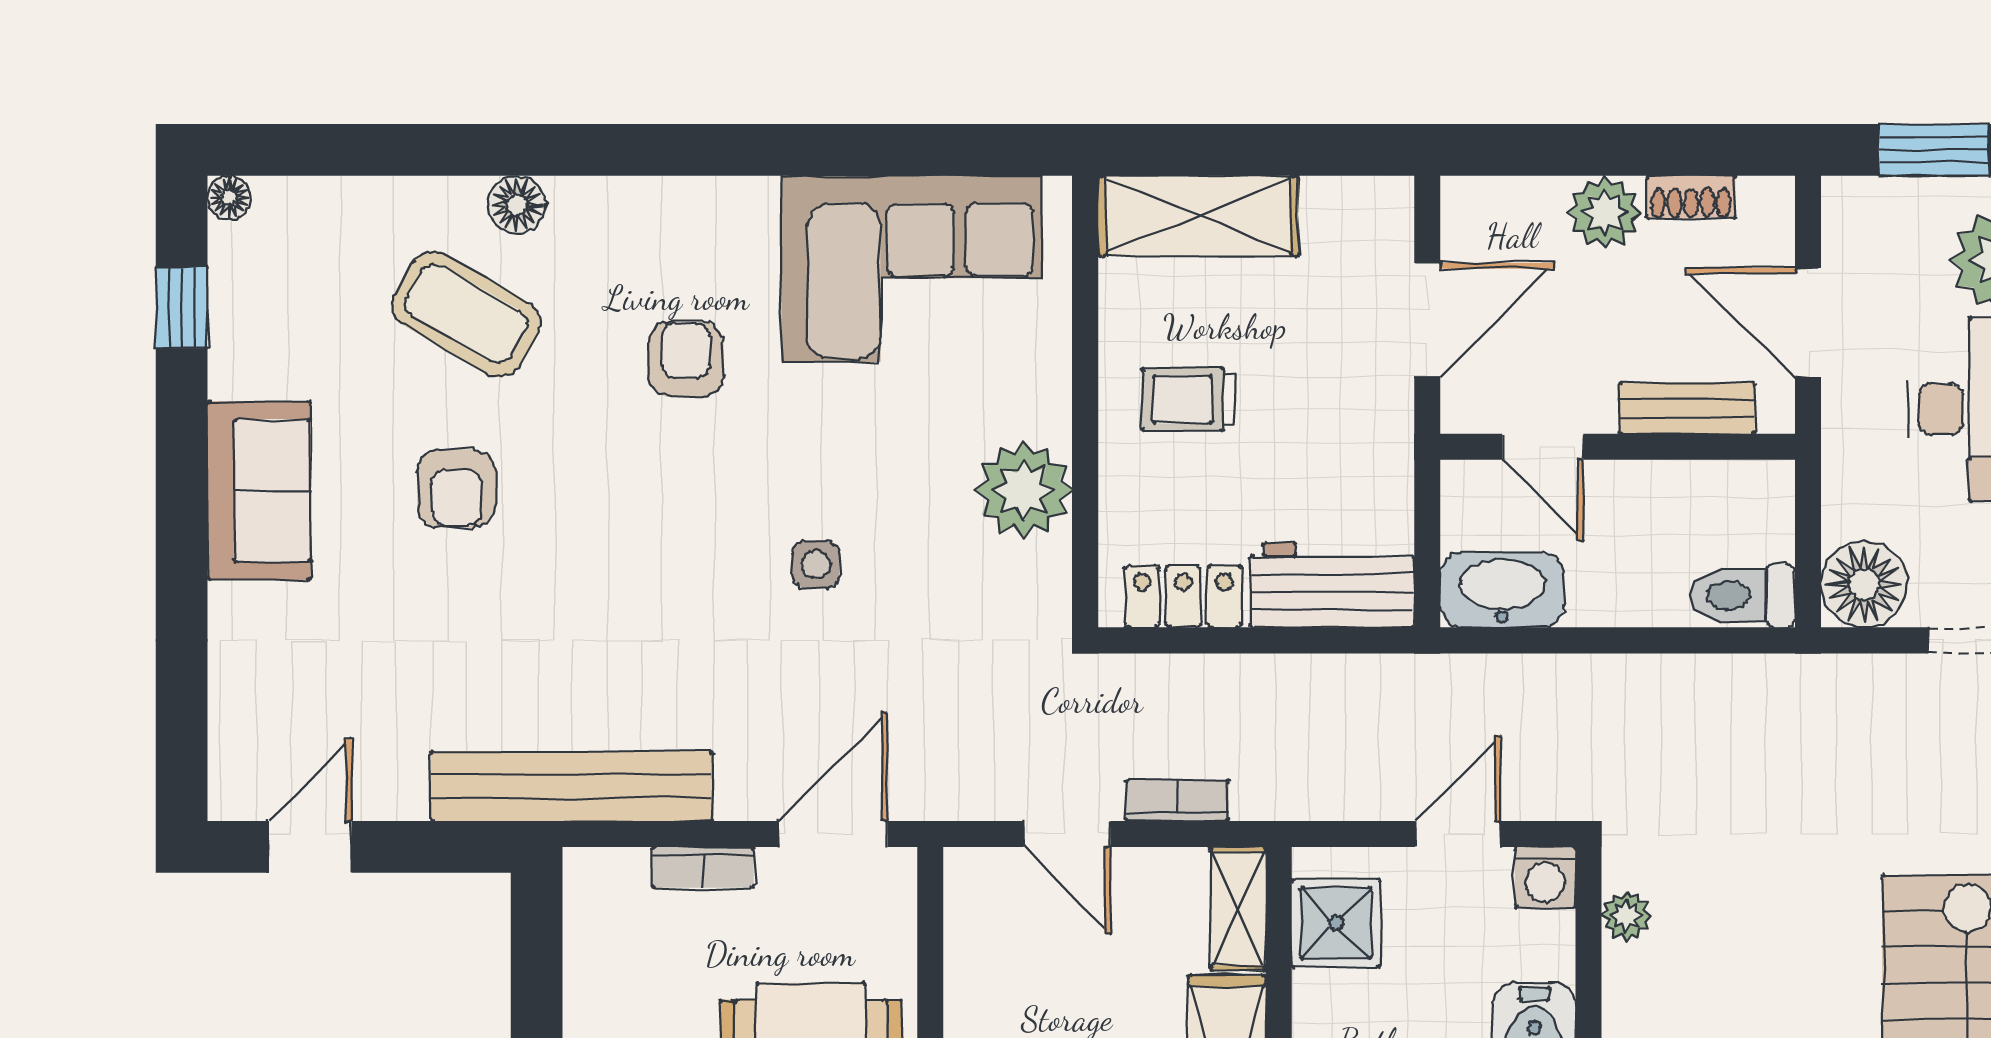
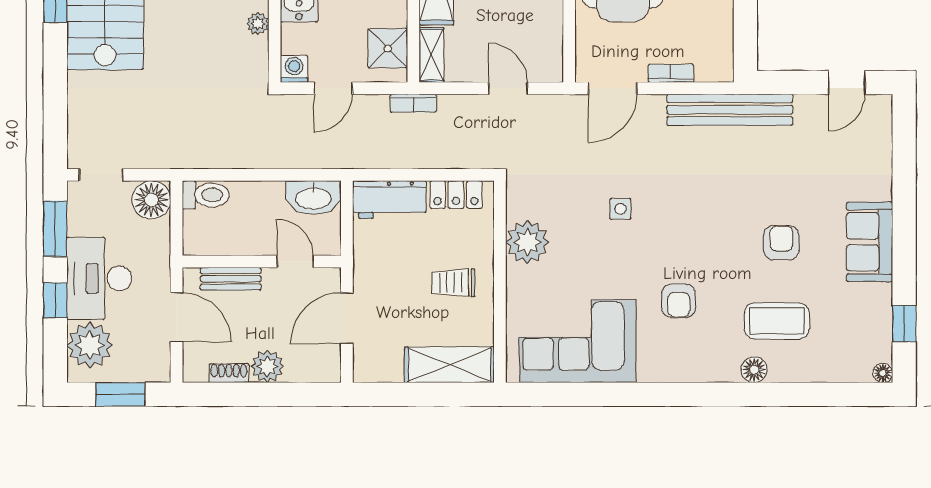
coffee table: (466, 314) -> (777, 321), turned -30
trolley: (1189, 399) -> (453, 283), turned 180
bookcase: (1177, 801) -> (413, 103), moved
plant: (1626, 916) -> (258, 24), moved

